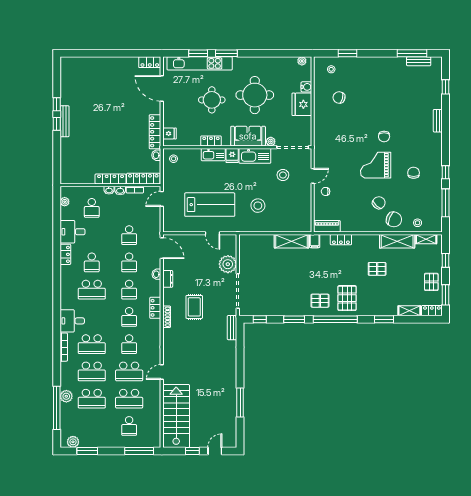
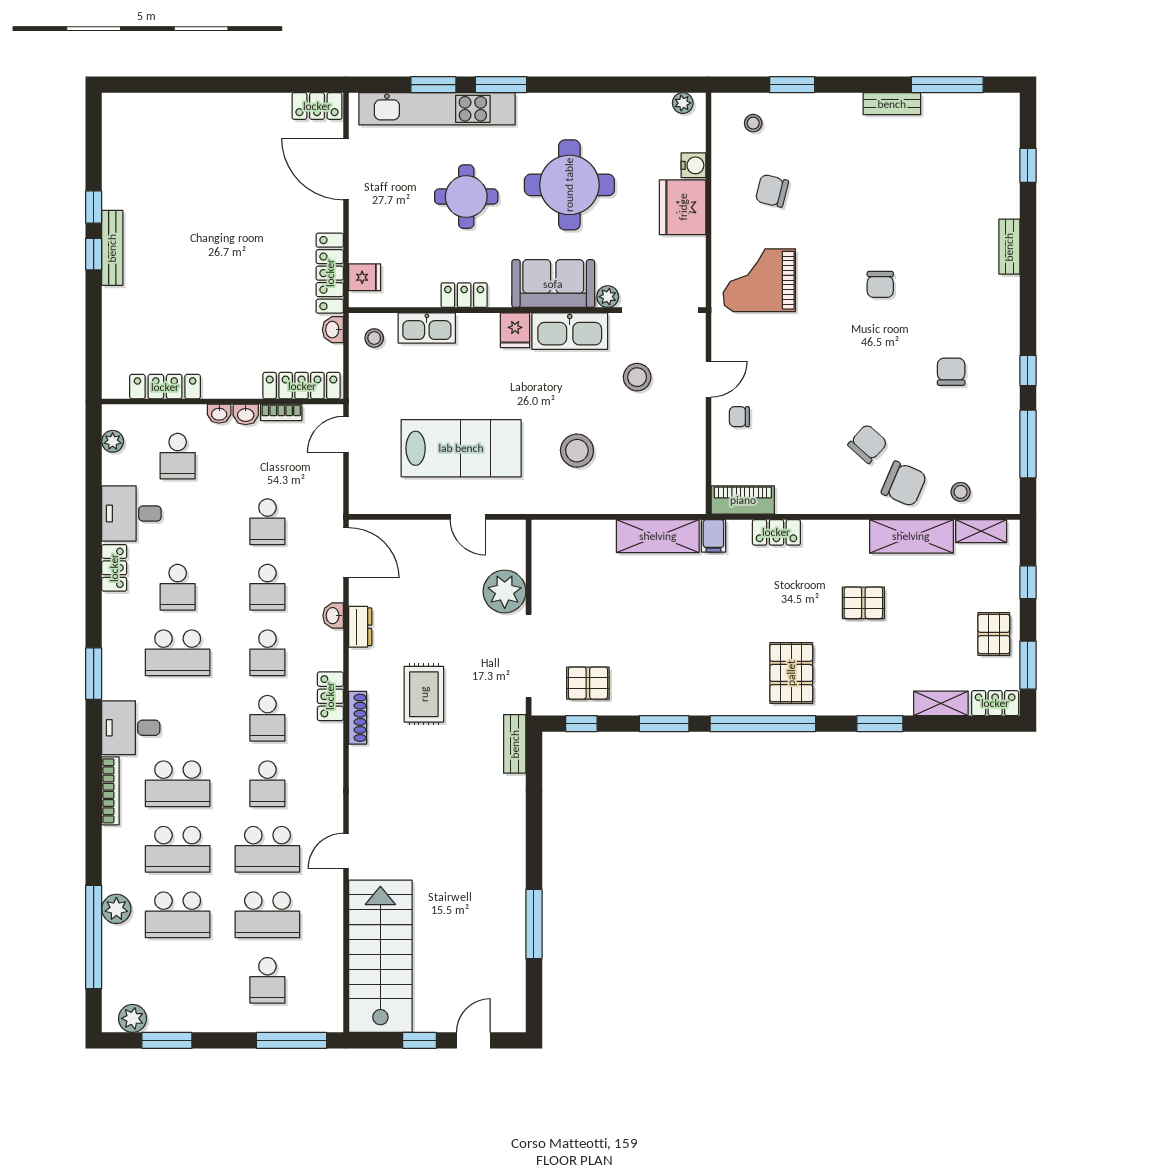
bench: (419, 61) -> (892, 104), moved
kitchen sink: (213, 155) -> (427, 328), moved
grand piano: (376, 165) -> (759, 280), moved
locker: (111, 179) -> (165, 387), moved
window: (57, 298) -> (94, 674), added
pallet: (320, 301) -> (588, 683), moved

